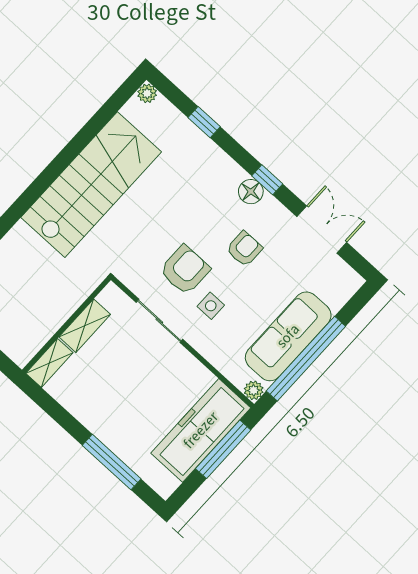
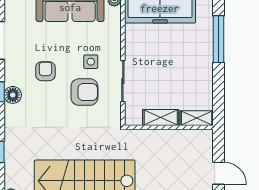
armchair: (244, 249) -> (45, 71), turned 90
armchair: (185, 270) -> (84, 92), turned 180

